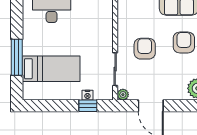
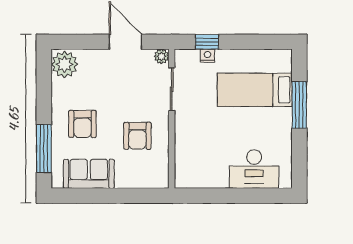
armchair: (145, 49) -> (137, 136), moved

